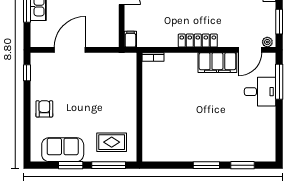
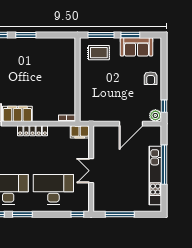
filing cabinet: (130, 39) -> (80, 132), width x2.00
plant: (38, 61) -> (155, 115), added

